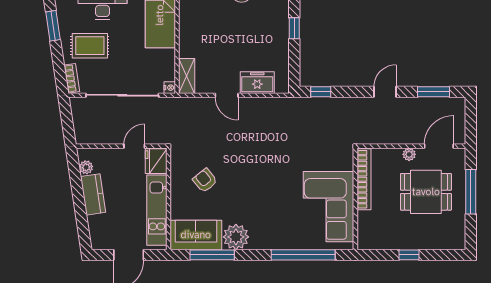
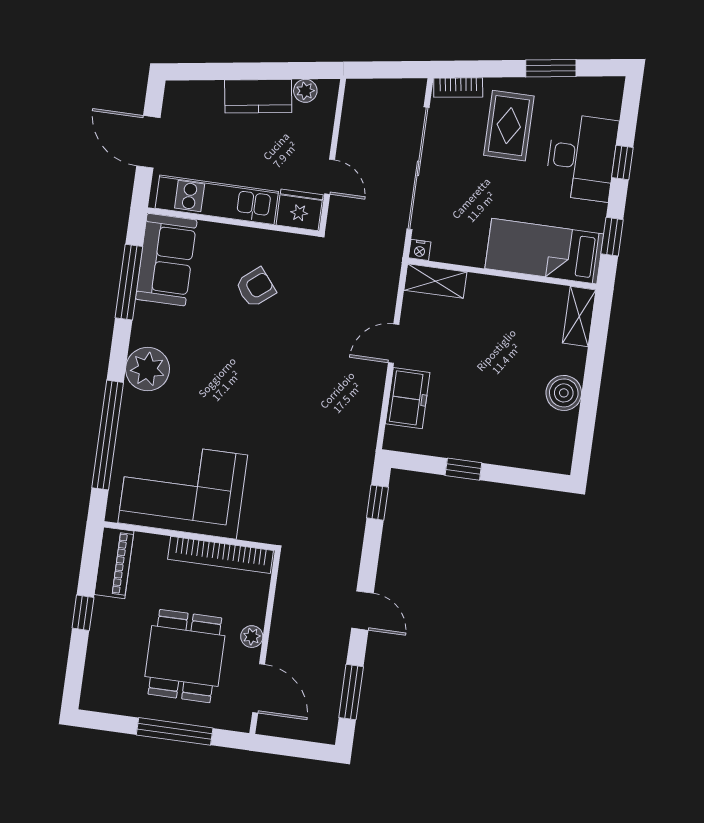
window: (294, 28) -> (463, 469), moved
plant: (236, 237) -> (148, 369), moved
piano: (377, 241) -> (114, 563), added

